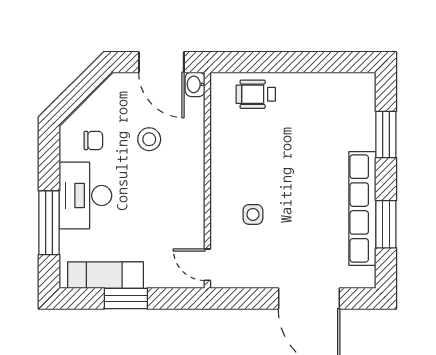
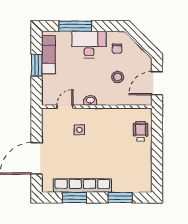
washbasin: (195, 84) -> (90, 100), moved
door: (207, 265) -> (65, 107), moved

